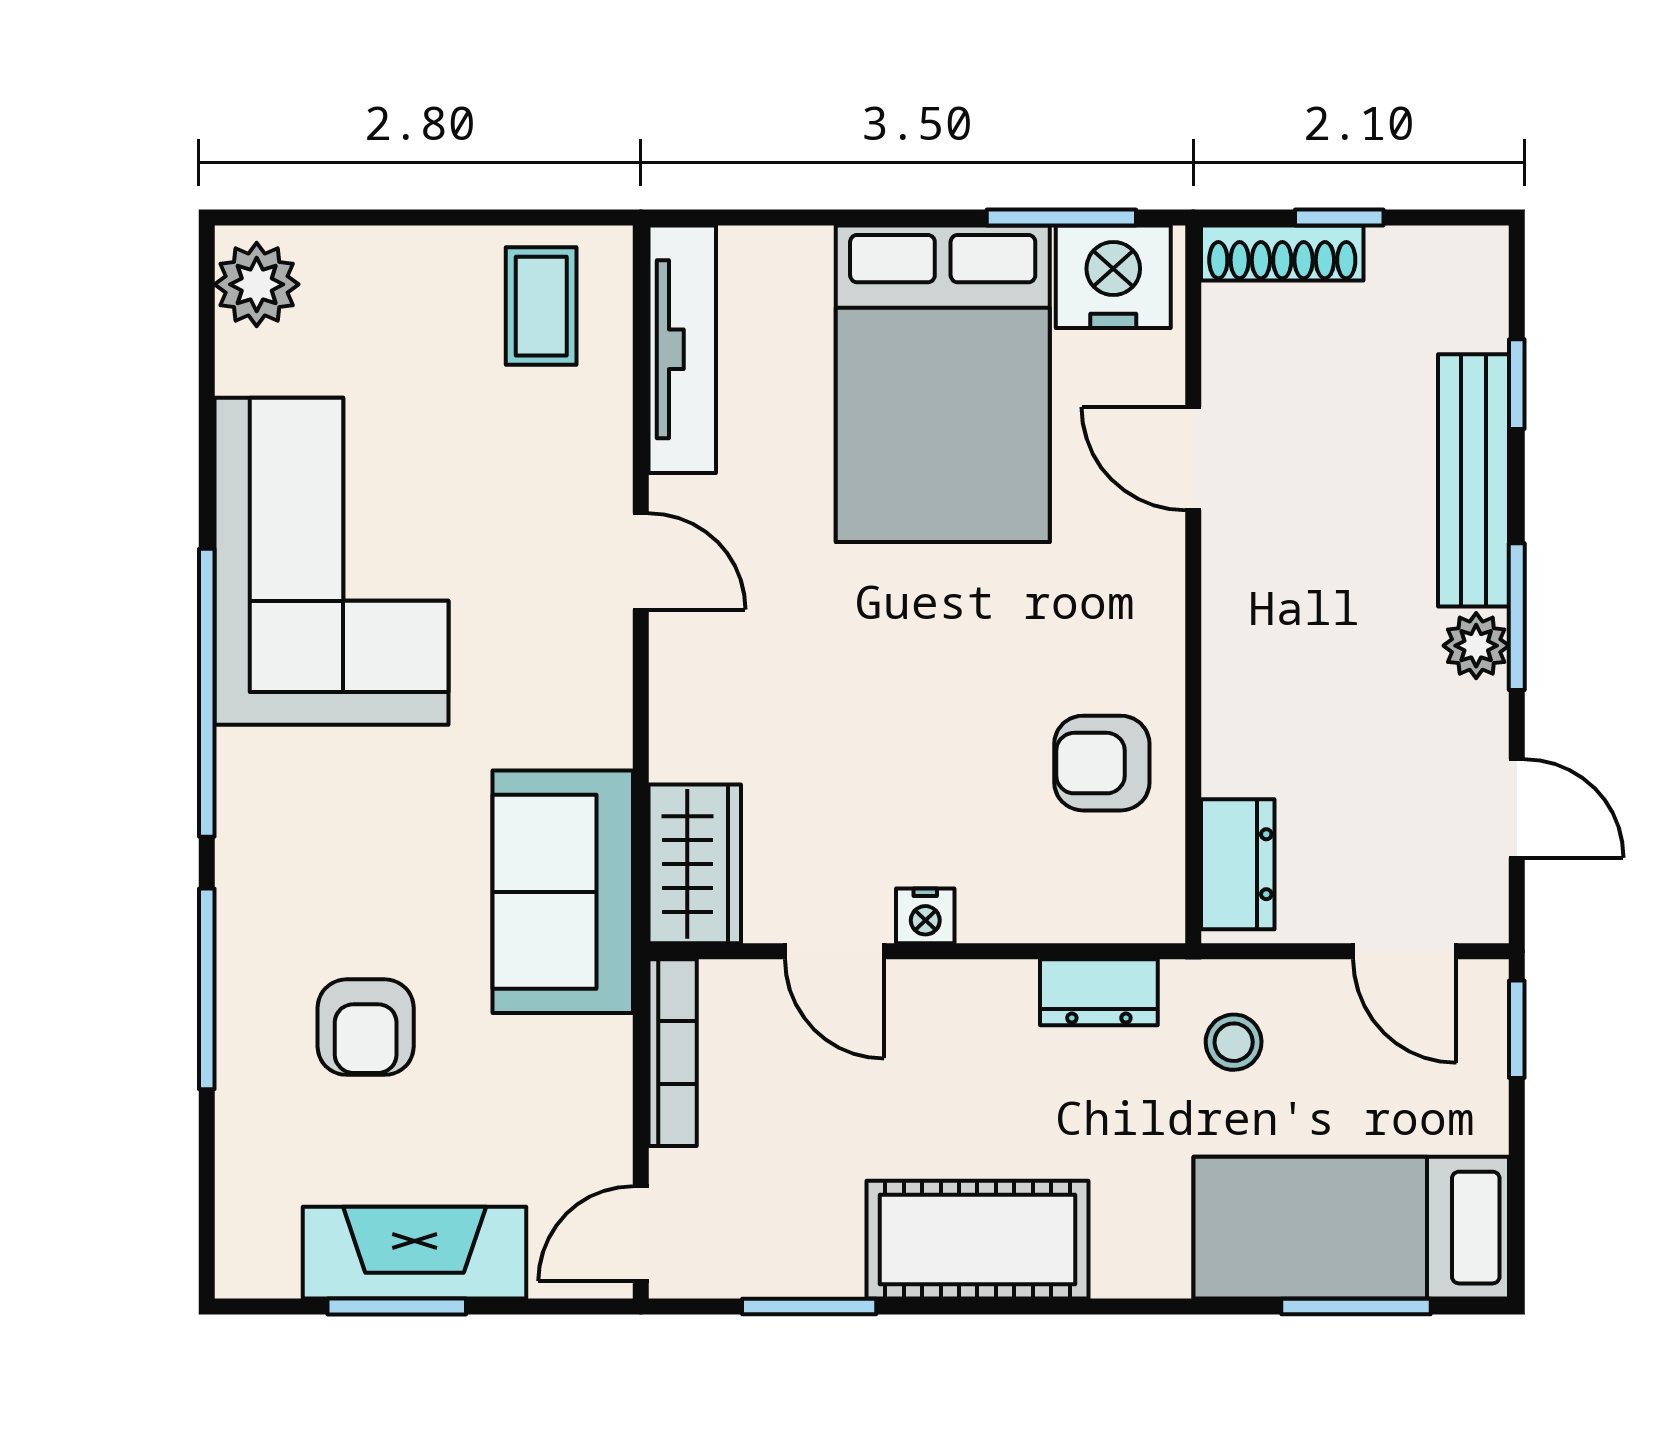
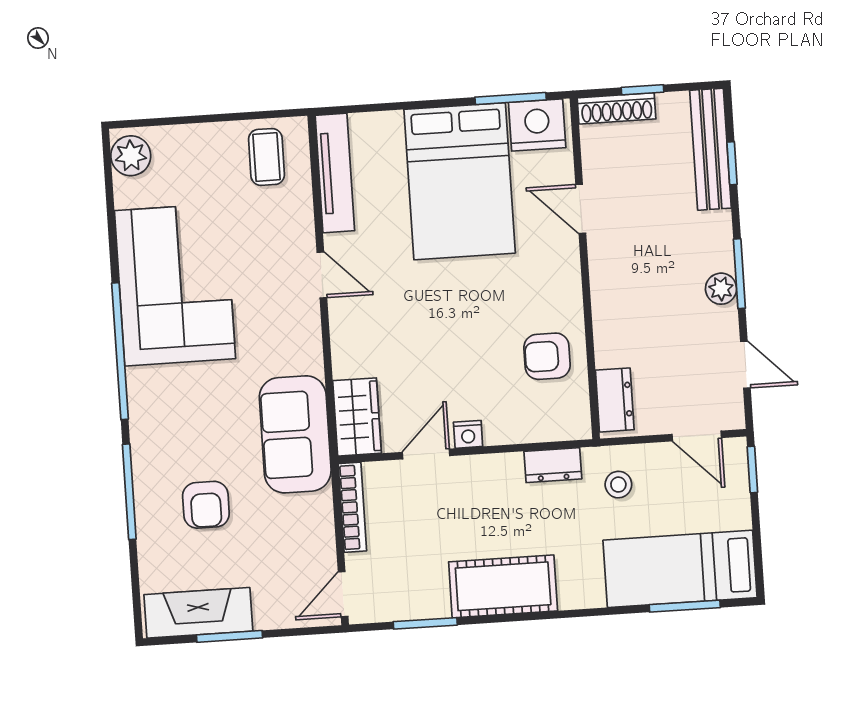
bench: (1474, 480) -> (710, 149), moved
door: (834, 951) -> (426, 454), swing flipped
fireplace: (415, 1253) -> (198, 613), moved

